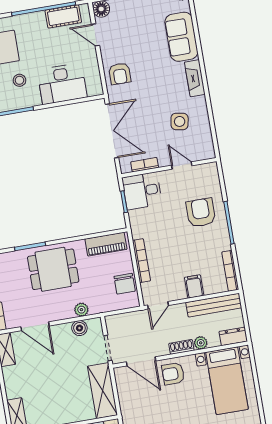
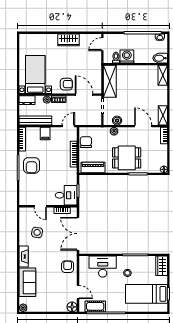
armchair: (201, 213) -> (32, 165), moved

